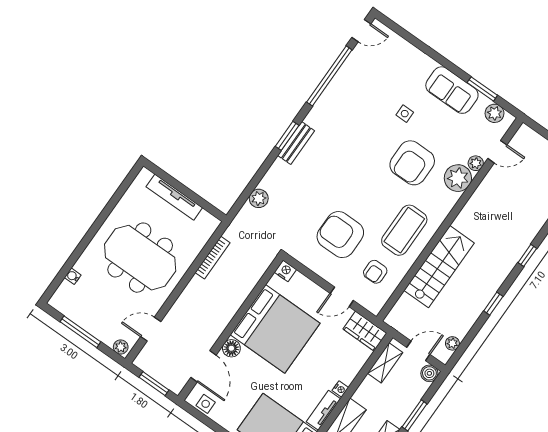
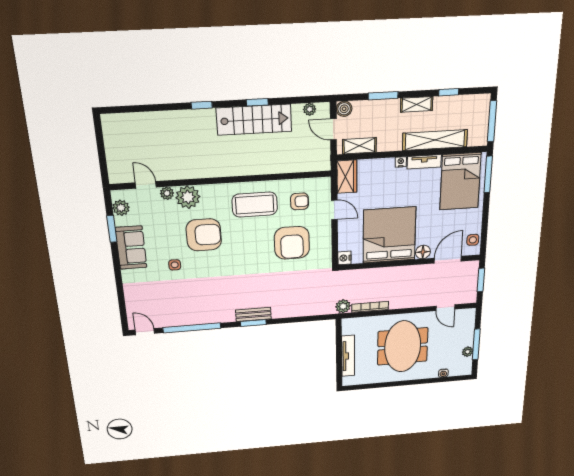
plant: (259, 198) -> (343, 306), moved
stairs: (439, 267) -> (254, 120), moved, turned 180
plant: (121, 347) -> (468, 352), moved

